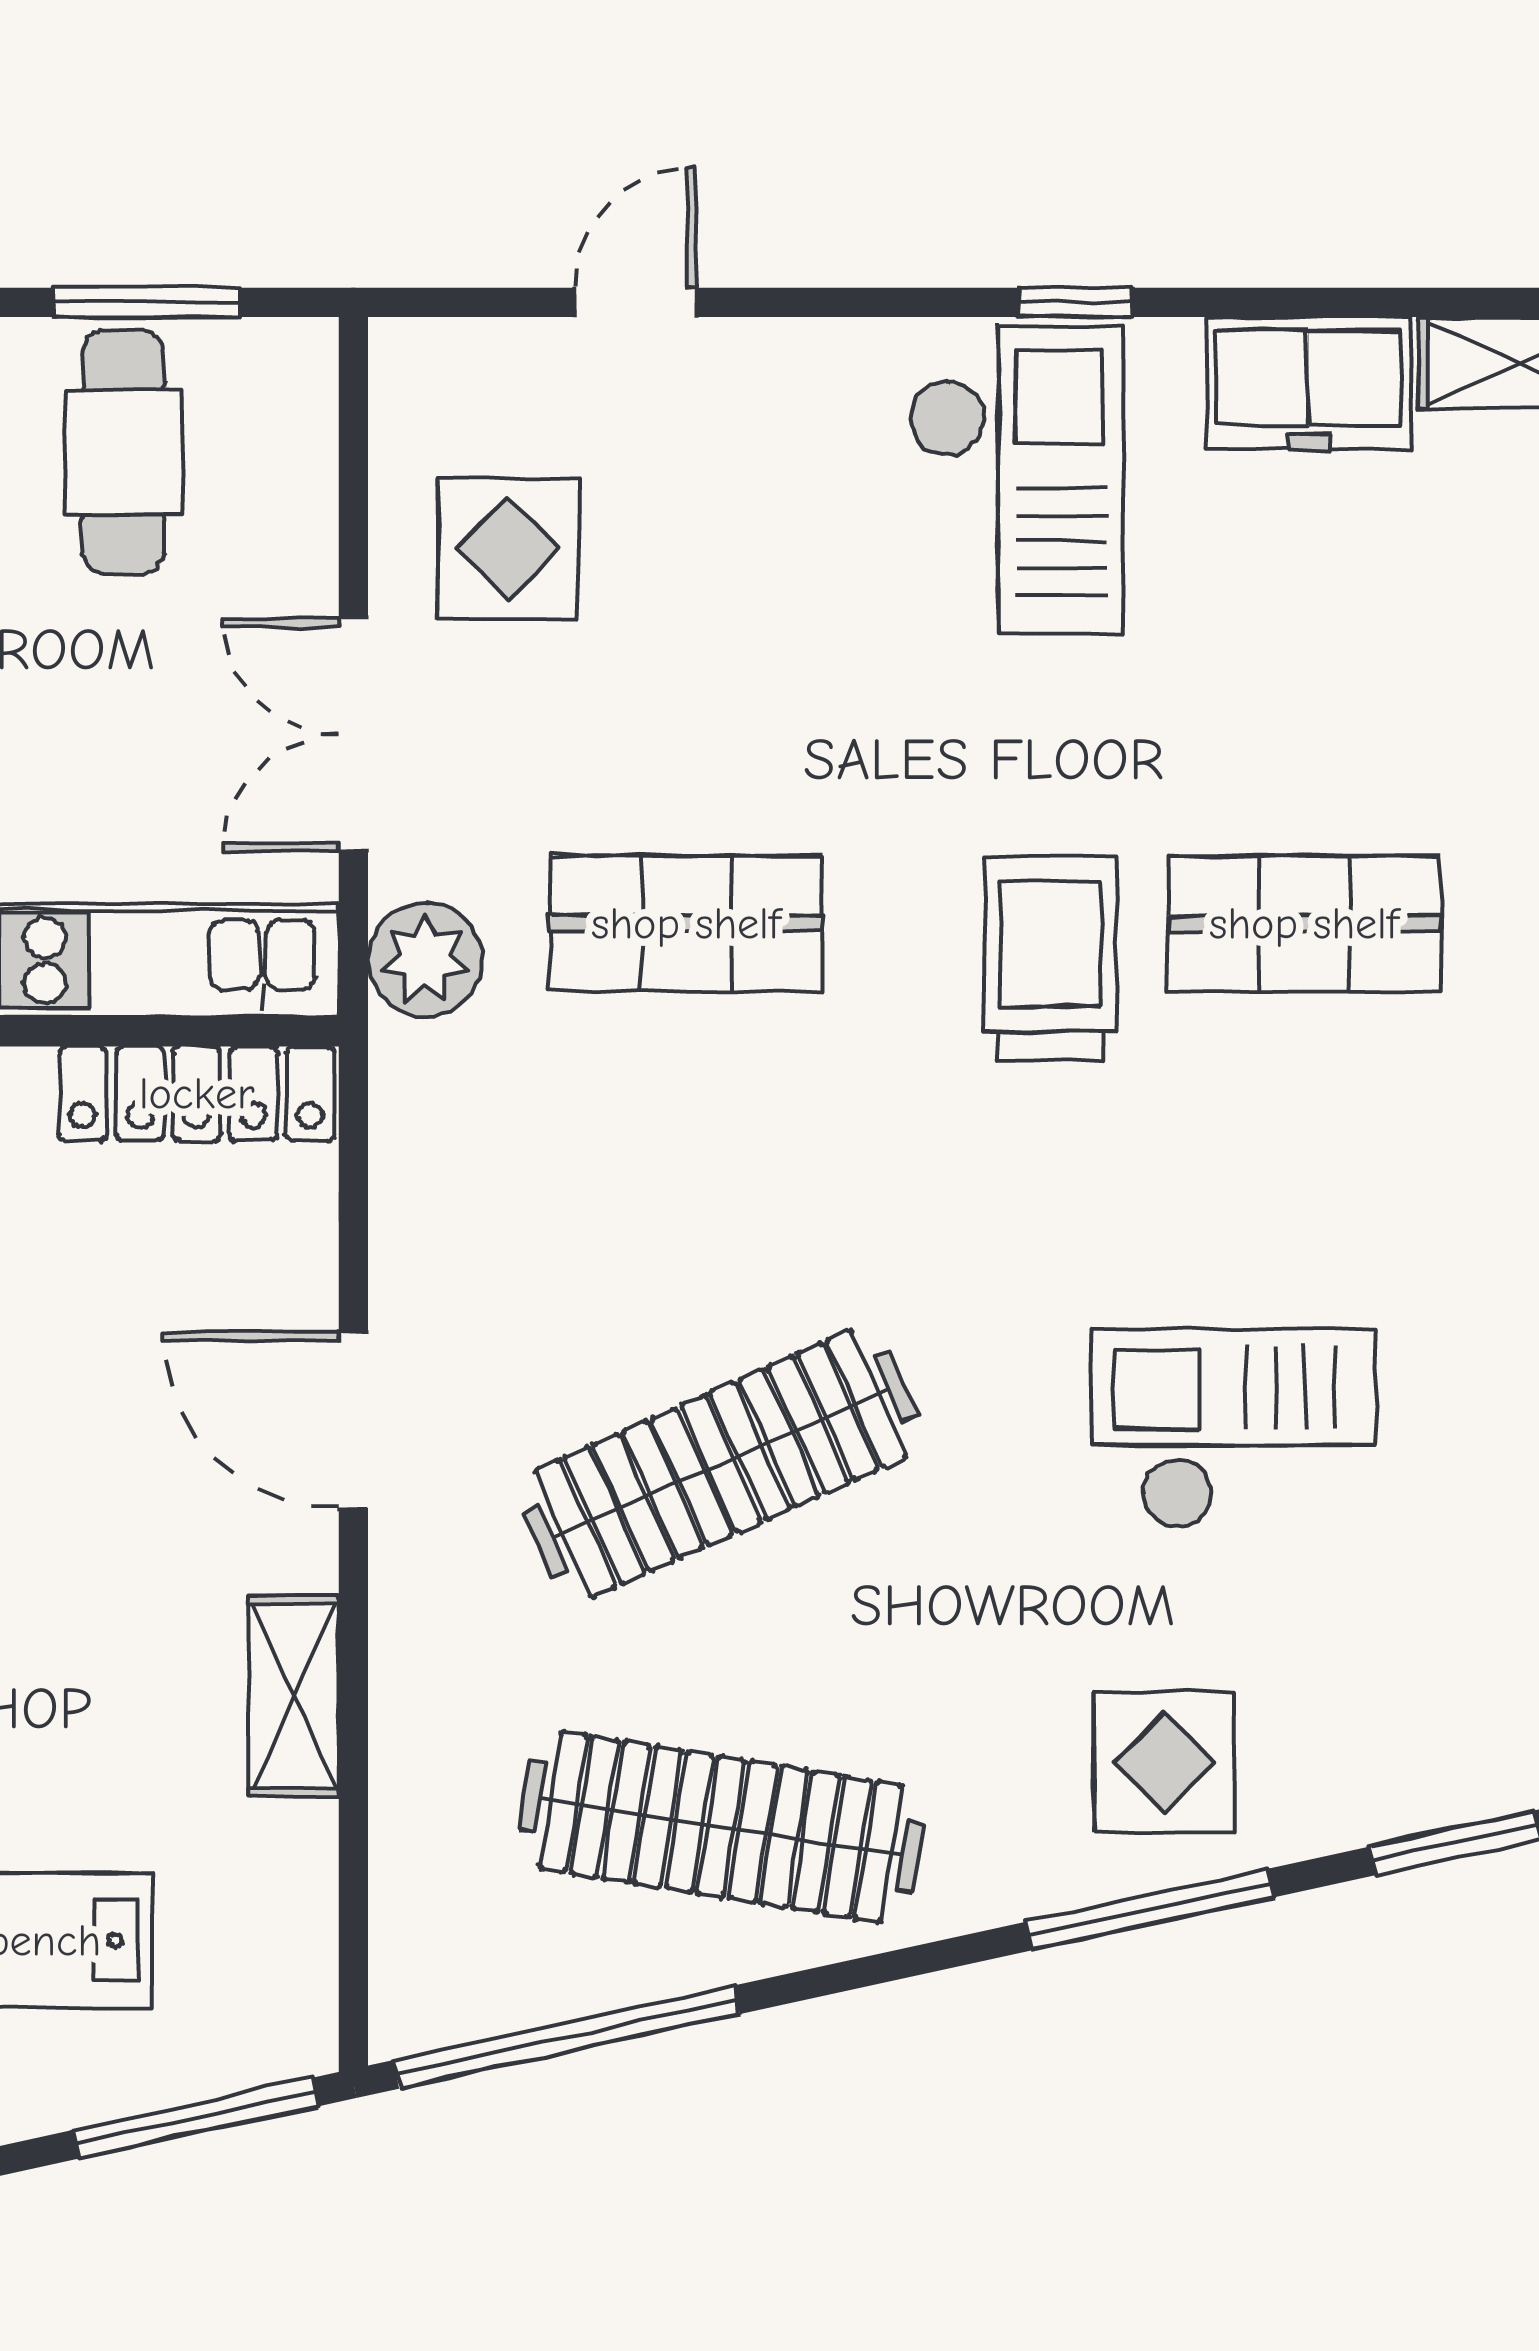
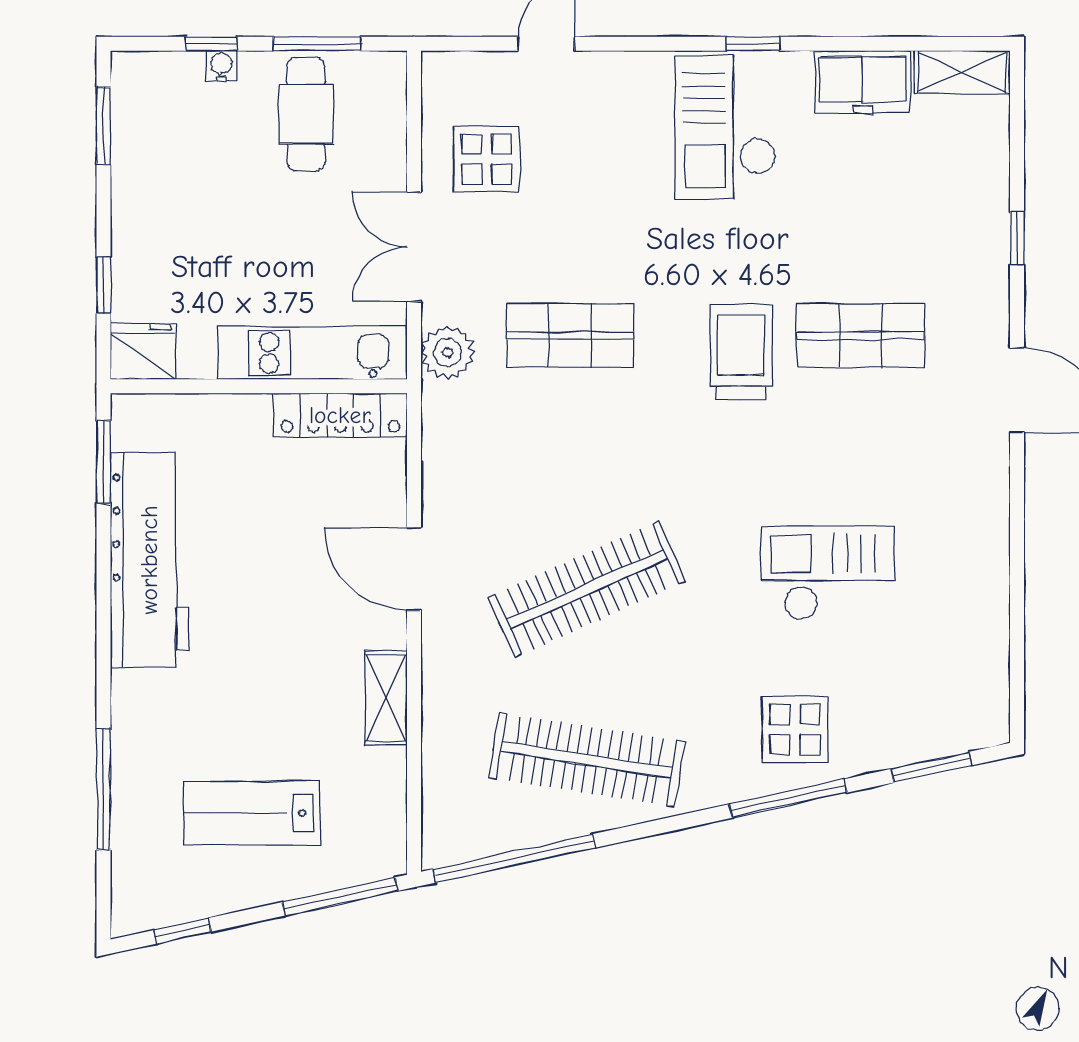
checkout: (1016, 480) -> (725, 127), turned 180

